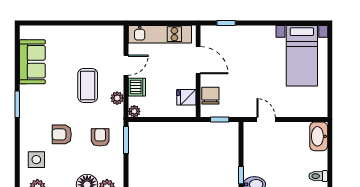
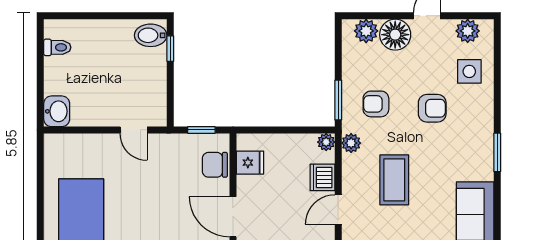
chair: (210, 96) -> (215, 165), turned 90
plant: (117, 98) -> (351, 143), moved
washbasin: (319, 136) -> (57, 111), width x0.72
armchair: (100, 137) -> (376, 104), turned 90

